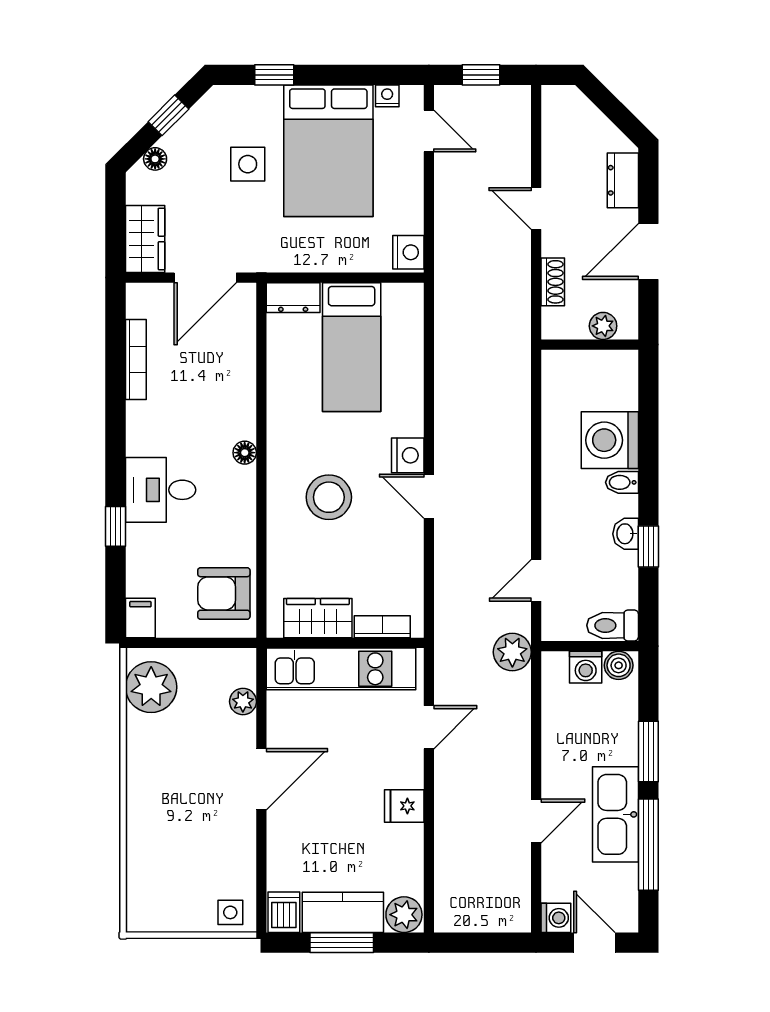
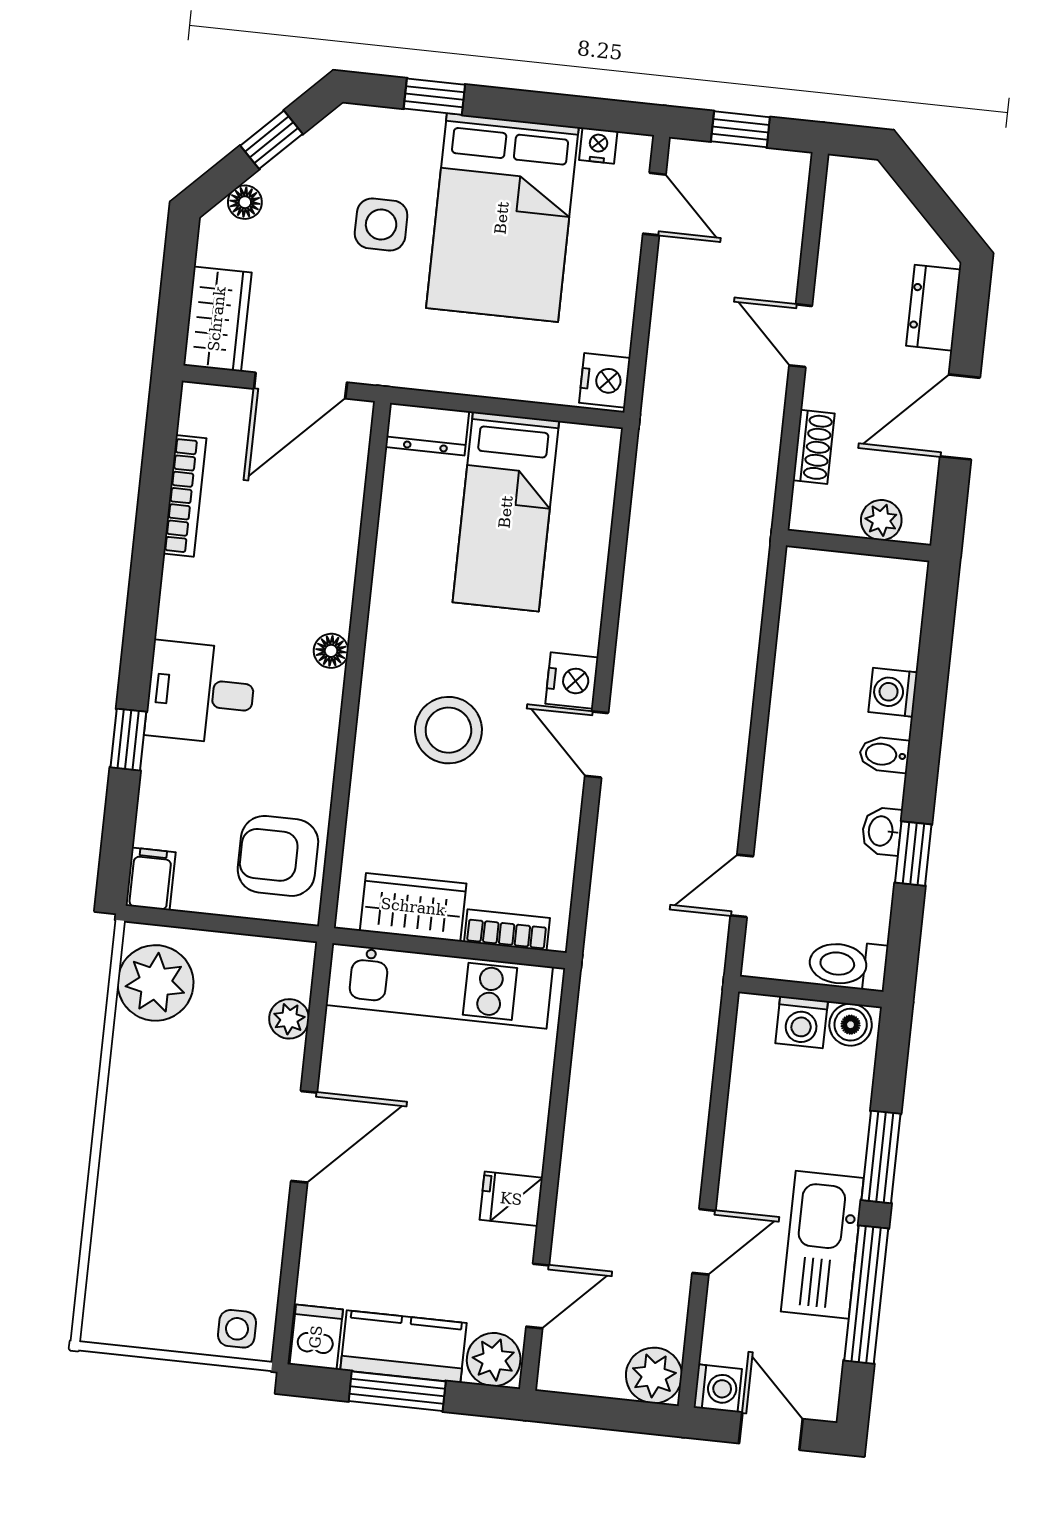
washing machine: (610, 440) -> (893, 692), width x0.53, depth x0.53
plant: (512, 652) -> (654, 1375), moved
door: (429, 727) -> (538, 1296), moved

